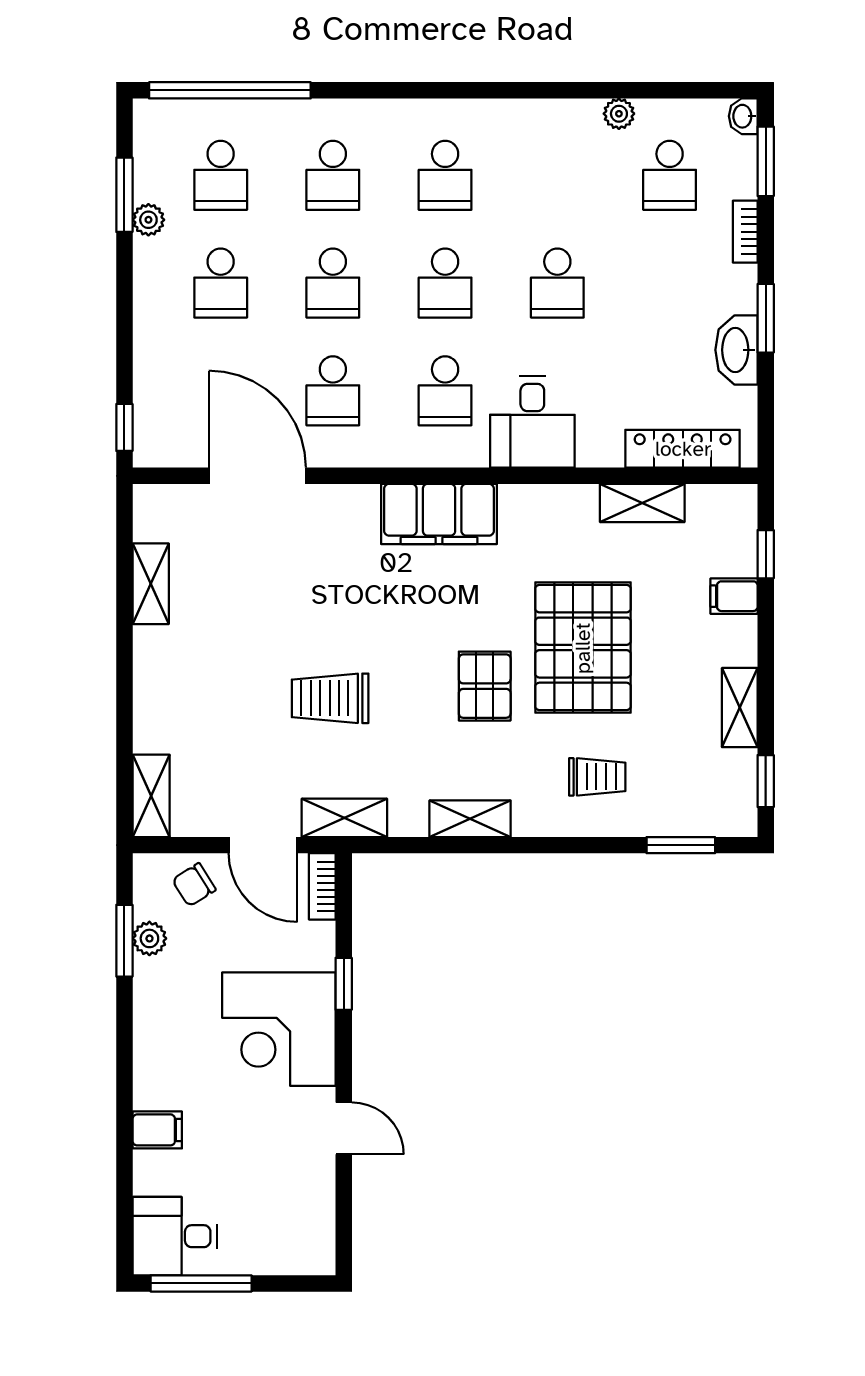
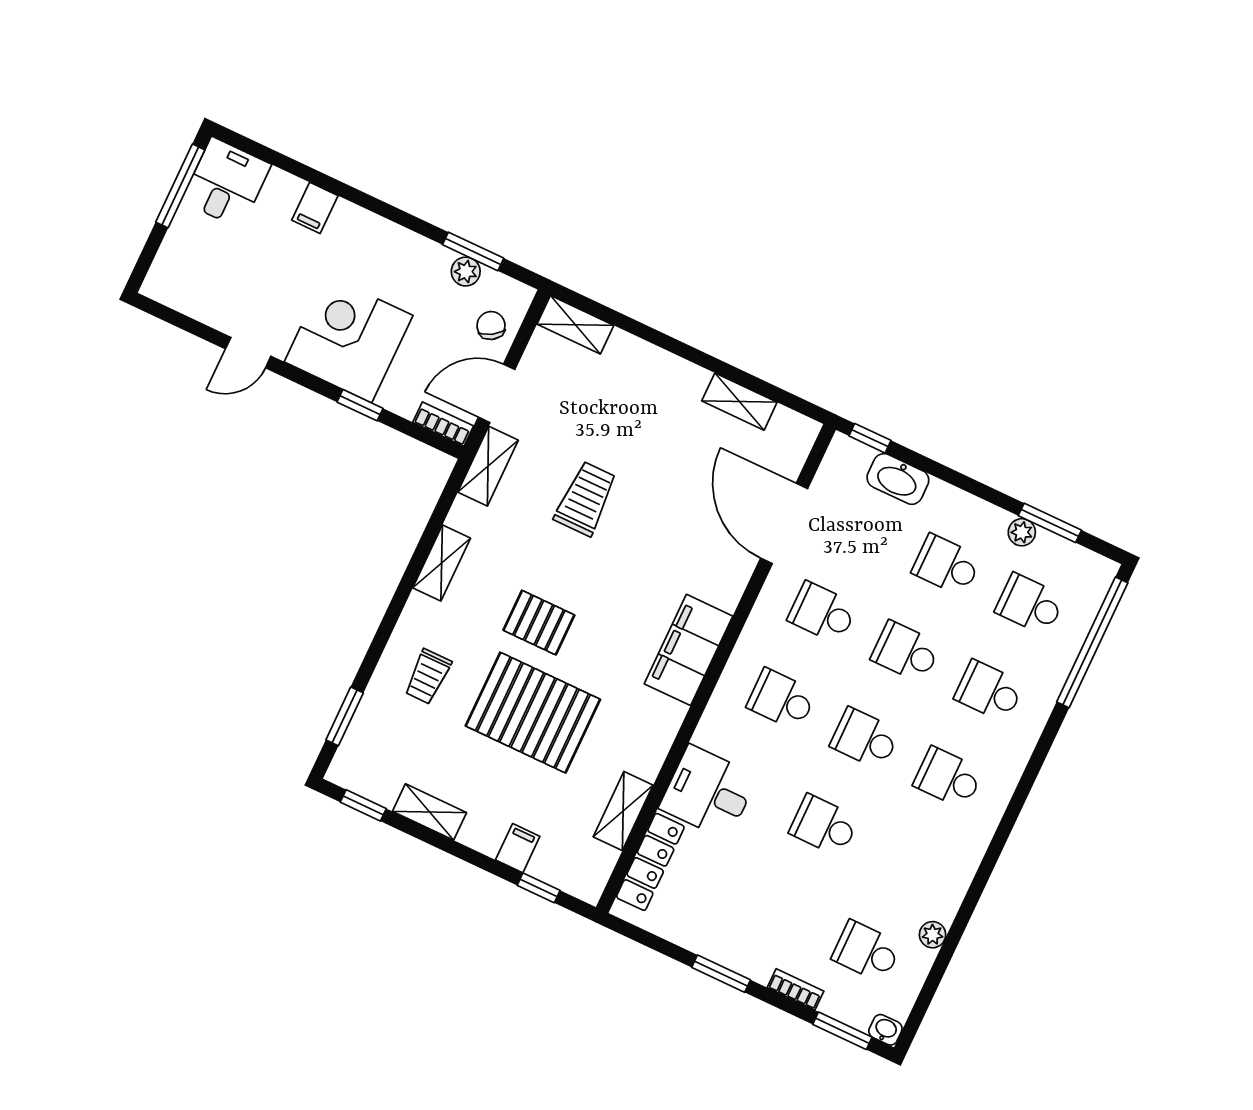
washbasin: (736, 350) -> (898, 479), moved, turned 180
desk: (532, 422) -> (708, 792), moved
door: (257, 476) -> (784, 523), swing flipped

